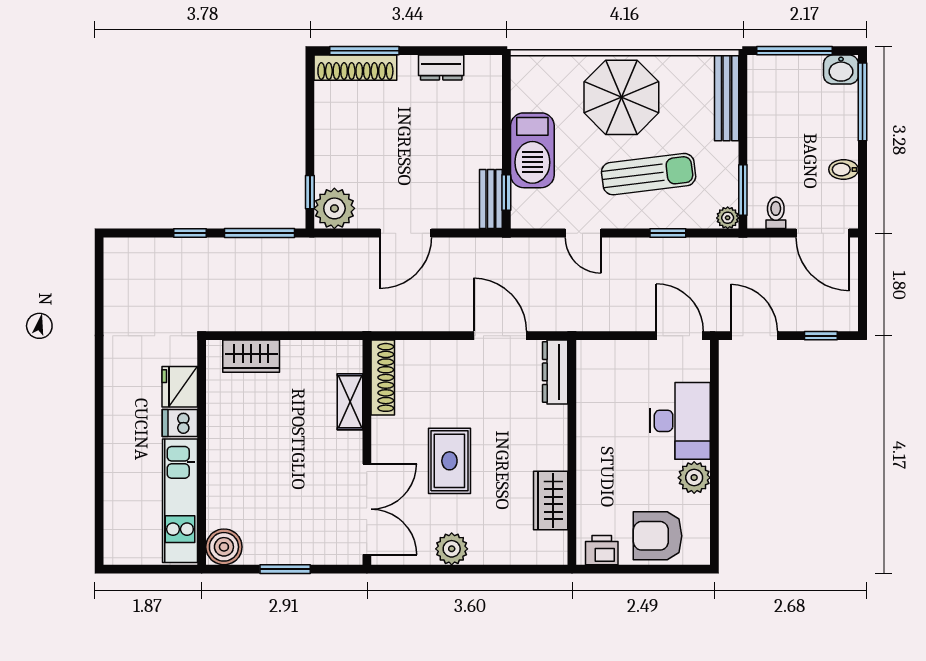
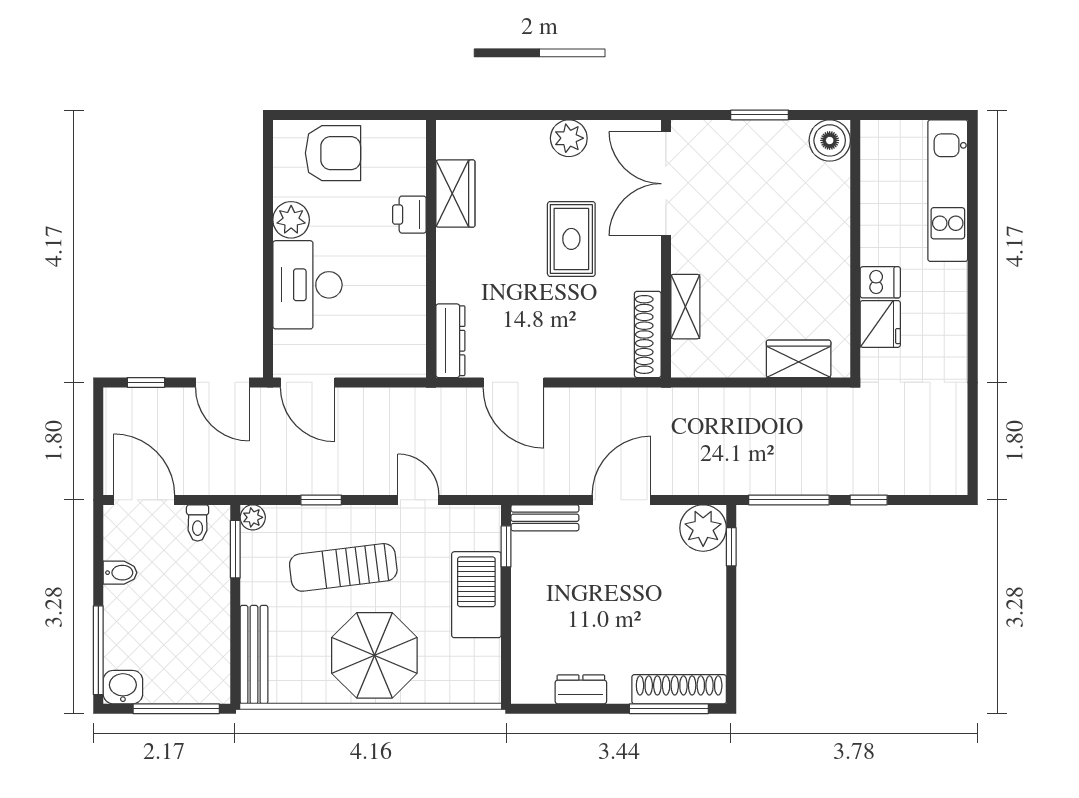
bench: (491, 199) -> (545, 518), moved, turned 90
kitchen unit: (180, 501) -> (948, 191), moved, turned 180
printer: (602, 550) -> (409, 215), moved, turned 90

